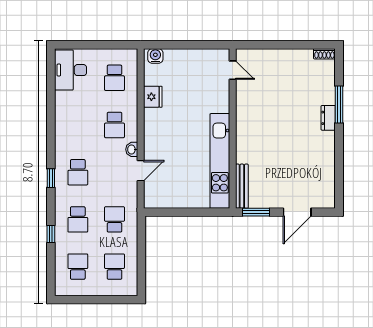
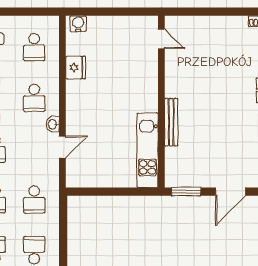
kitchen unit: (220, 161) -> (147, 150), width x0.73
bench: (242, 186) -> (171, 122), moved
school desk: (114, 219) -> (34, 199), turned 180

